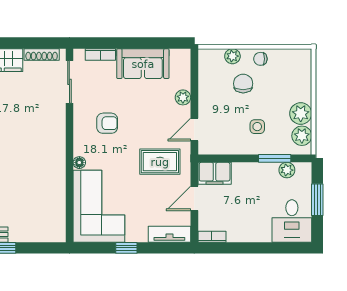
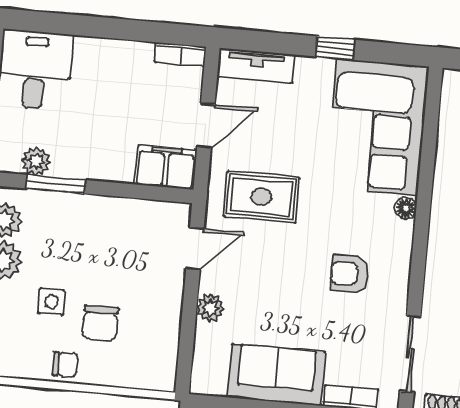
plant: (232, 56) -> (115, 374), removed
side table: (257, 127) -> (51, 302), moved

